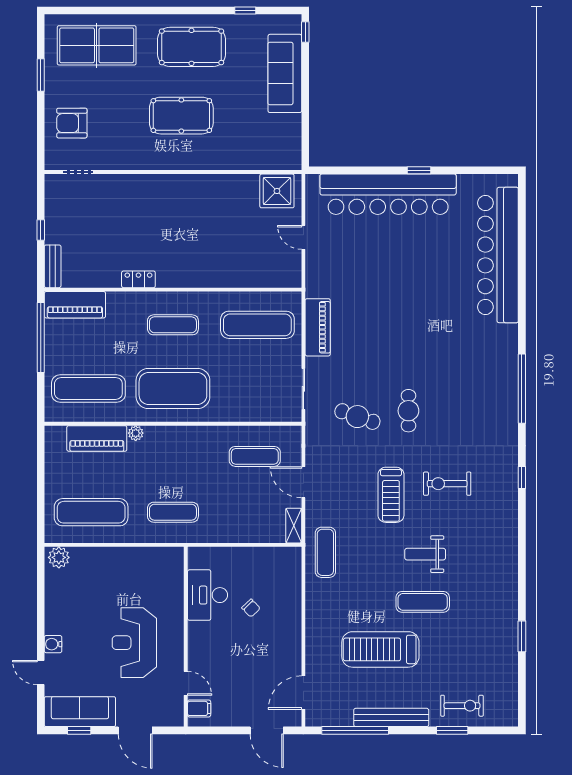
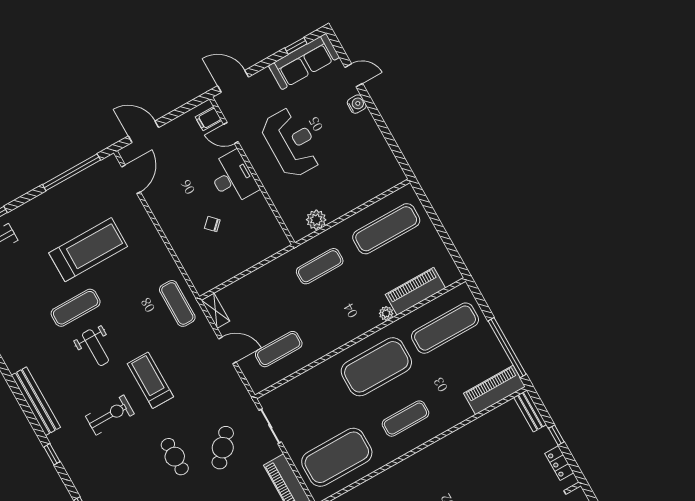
locker: (138, 279) -> (559, 463), moved, turned 90
exercise mat: (257, 325) -> (337, 457), width x1.47
cafe table: (357, 417) -> (223, 448), moved, turned -67
weight bench: (425, 554) -> (95, 348), turned 90
plant: (59, 557) -> (316, 220), moved
desk: (208, 595) -> (233, 178), moved
bench: (391, 717) -> (36, 401), moved, turned 90
door: (135, 730) -> (233, 81), moved

